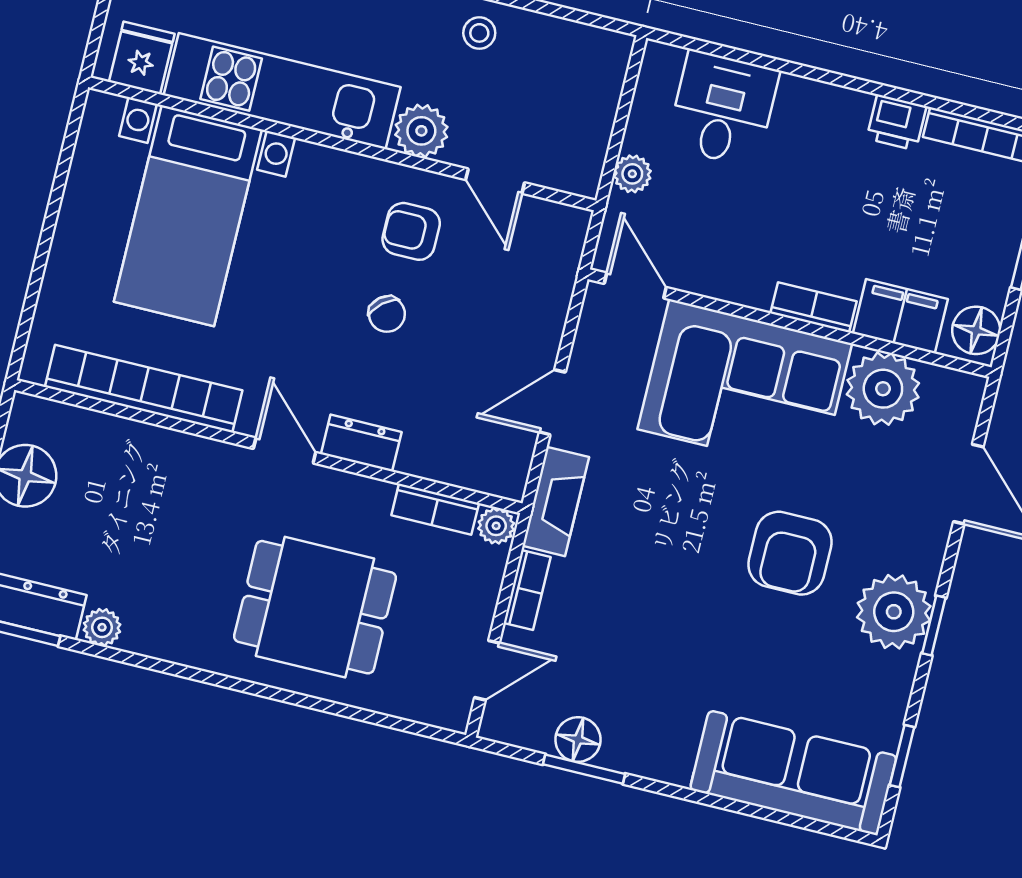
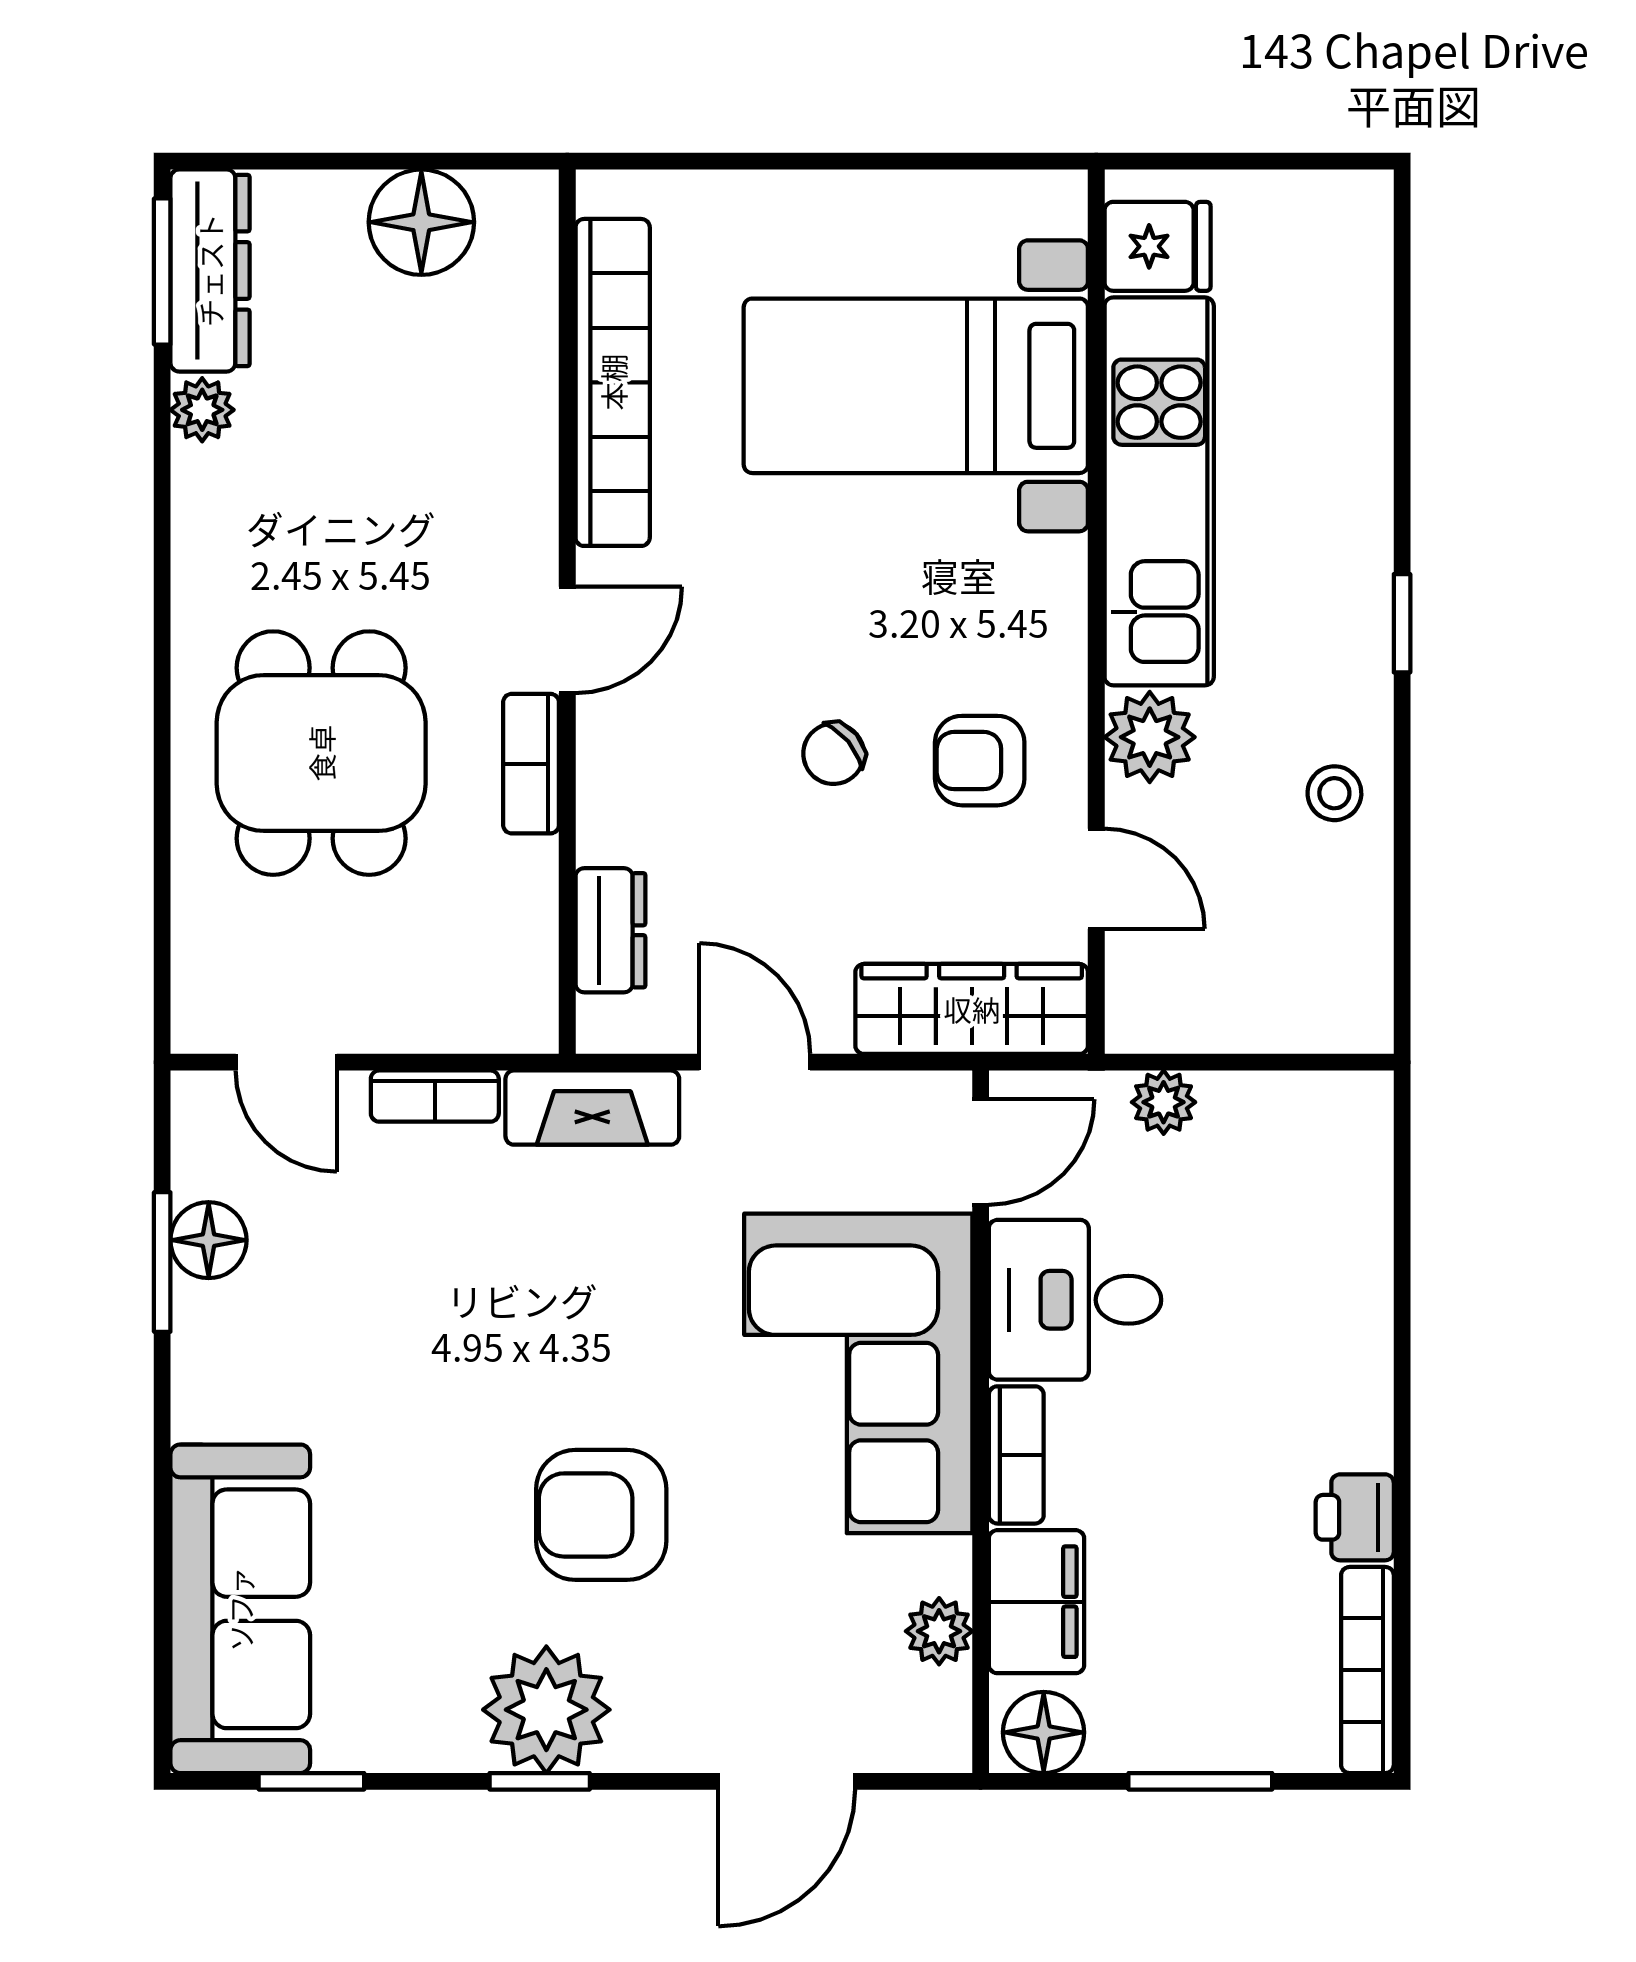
desk: (723, 109) -> (1075, 1300), moved, turned 180
door: (495, 181) -> (1096, 879), swing flipped
armchair: (411, 231) -> (980, 761), turned -90
wardrobe: (552, 271) -> (972, 1009), added
plant: (883, 389) -> (939, 1631), width x0.53, depth x0.53
dresser: (361, 443) -> (610, 930), moved
bookcase: (435, 509) -> (531, 764), moved
plant: (496, 526) -> (528, 1019), removed

